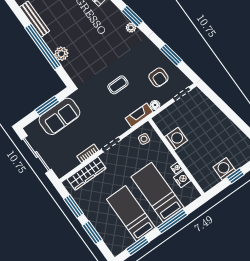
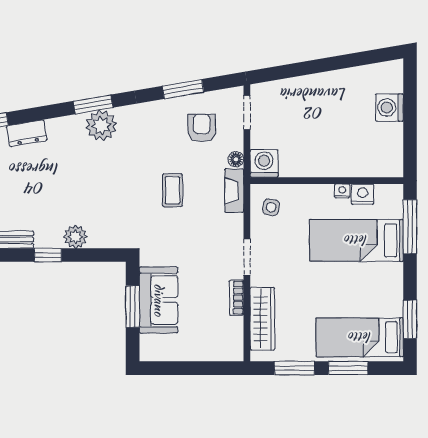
plant: (131, 28) -> (101, 125), width x1.87, depth x1.87
window: (43, 47) -> (48, 255), width x0.32
armchair: (158, 77) -> (202, 128), turned -90
washing machine: (176, 139) -> (264, 163), moved
sliding door: (36, 154) -> (188, 368), removed
washing machine: (224, 169) -> (389, 108), moved
window: (235, 176) -> (410, 119), removed
bed: (131, 213) -> (360, 337), moved
window: (172, 221) -> (410, 227), moved

